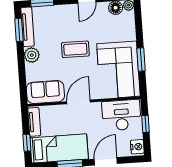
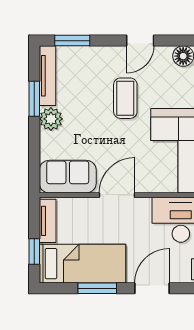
window: (19, 30) -> (34, 99), moved
coffee table: (75, 49) -> (125, 98), moved, turned 90

